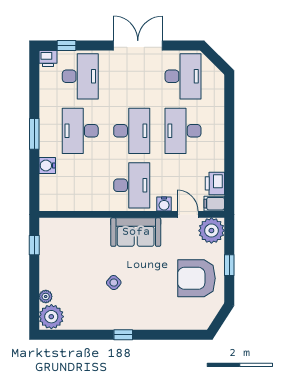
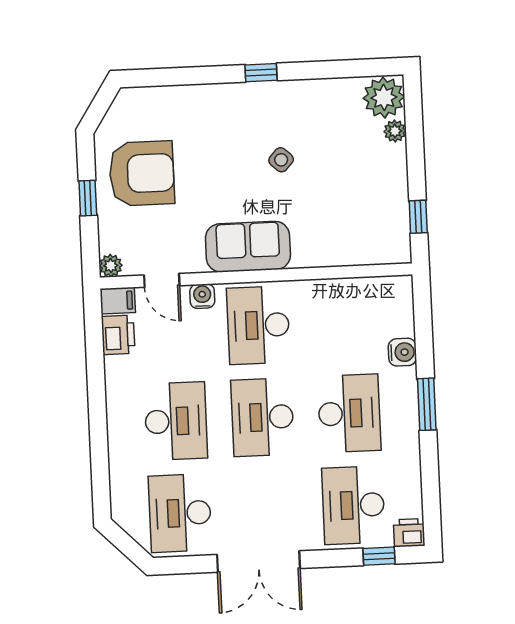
plant: (211, 231) -> (111, 266), width x0.53, depth x0.53

